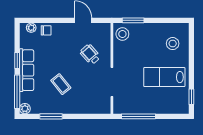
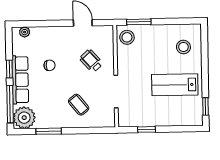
chair: (46, 30) -> (50, 65), moved
coffee table: (61, 84) -> (79, 105), moved
plant: (25, 109) -> (24, 118), width x1.87, depth x1.87
window: (138, 116) -> (147, 129), width x0.46

